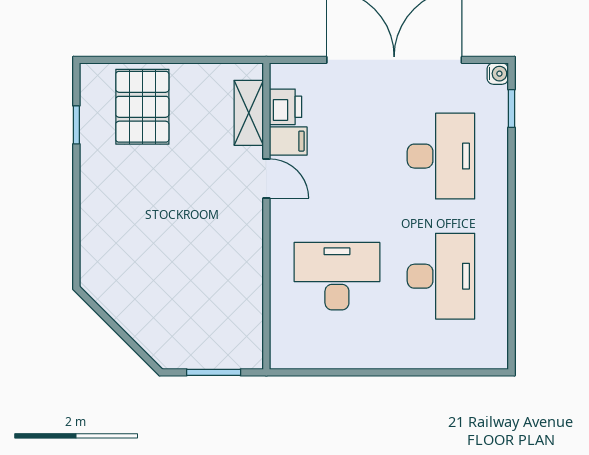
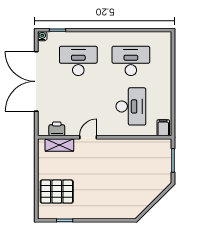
filing cabinet: (288, 141) -> (163, 128), moved
desk: (337, 276) -> (131, 106), turned 180

